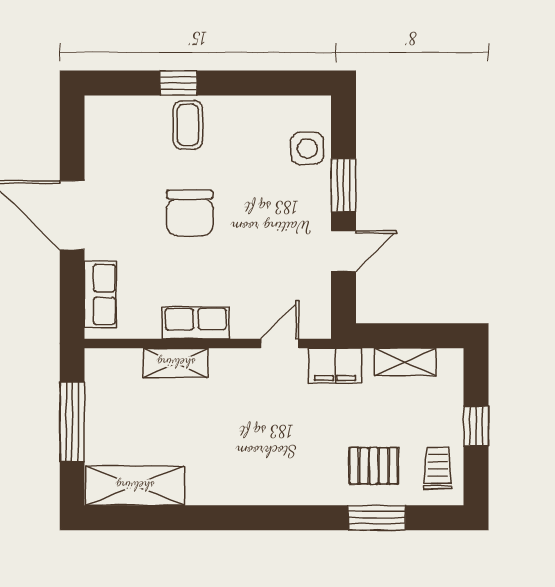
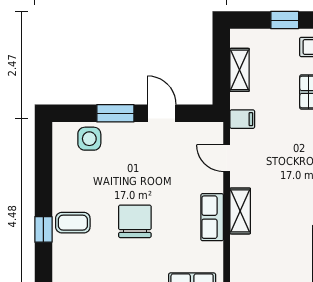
chair: (190, 213) -> (135, 221), turned -90
shelving: (176, 363) -> (240, 211), moved
filing cabinet: (335, 366) -> (242, 119), width x0.50

